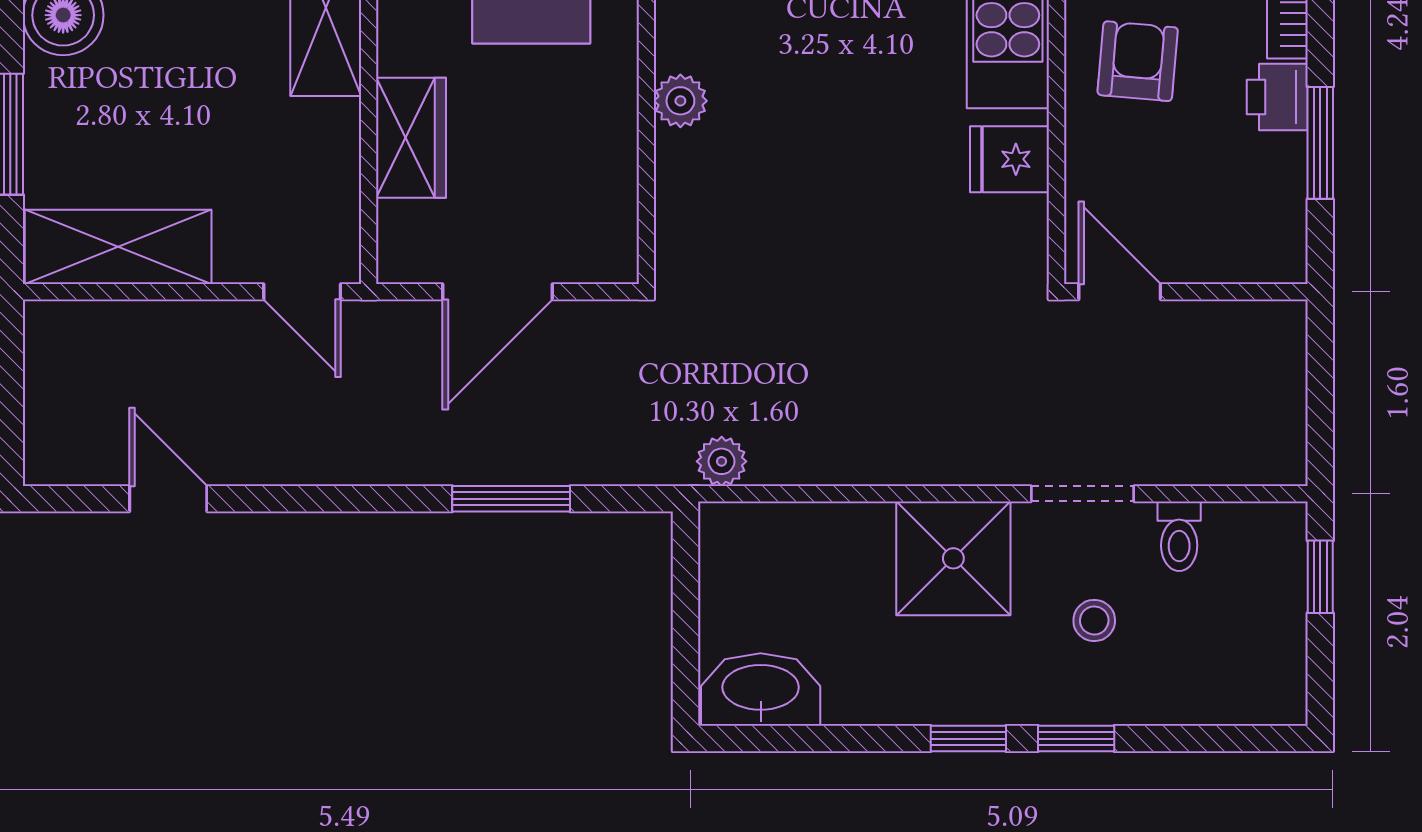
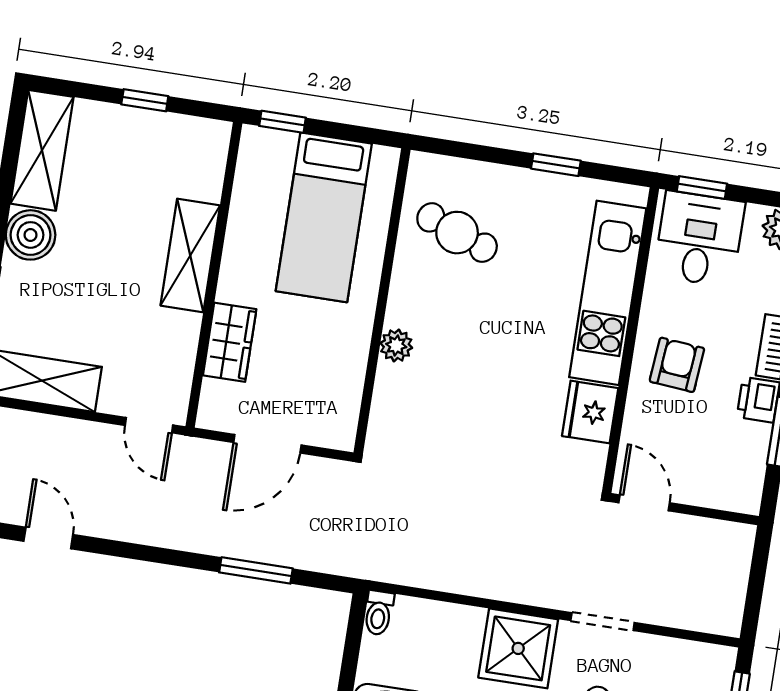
fridge: (1010, 159) -> (590, 412), width x1.38
plant: (722, 461) -> (387, 568), removed
toilet: (1179, 536) -> (379, 613), moved

